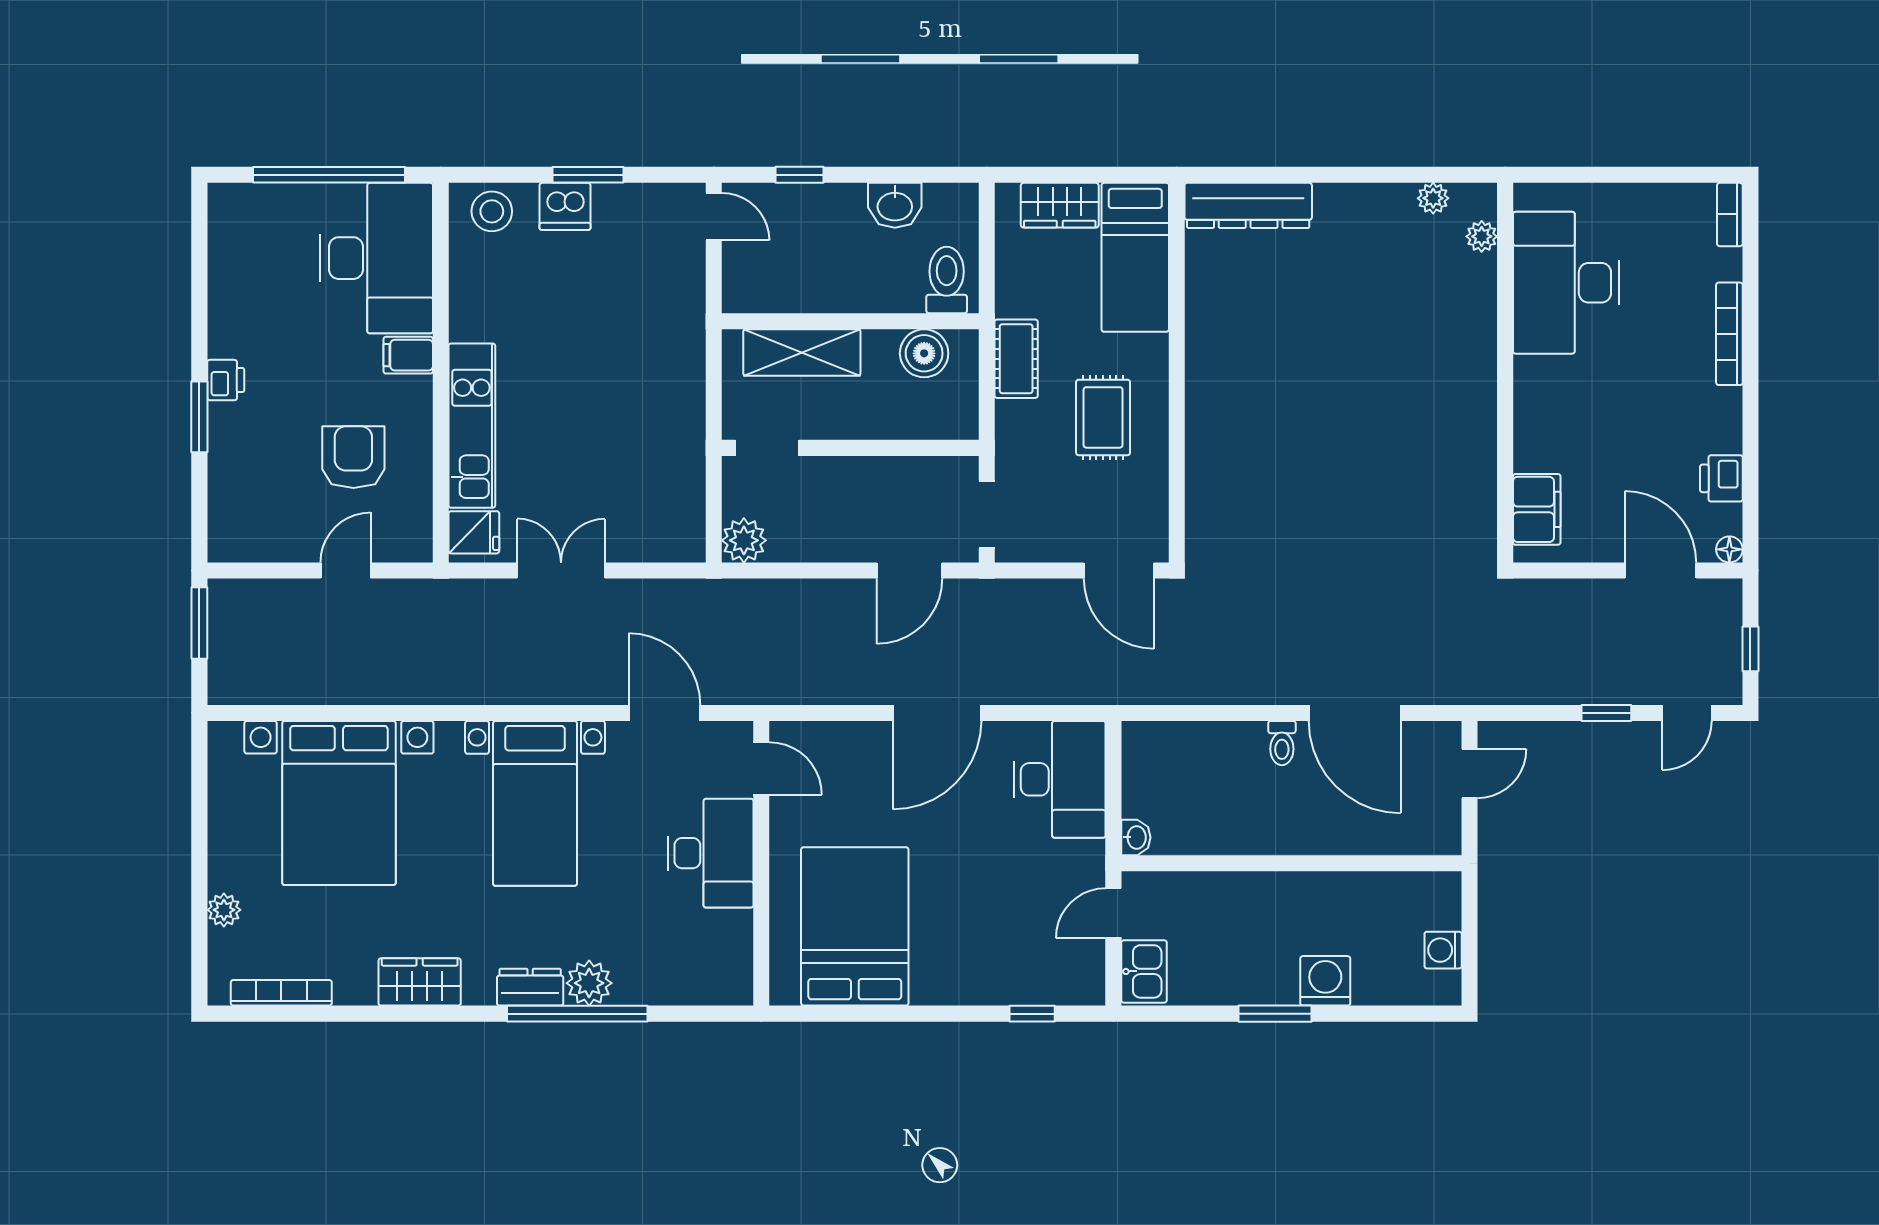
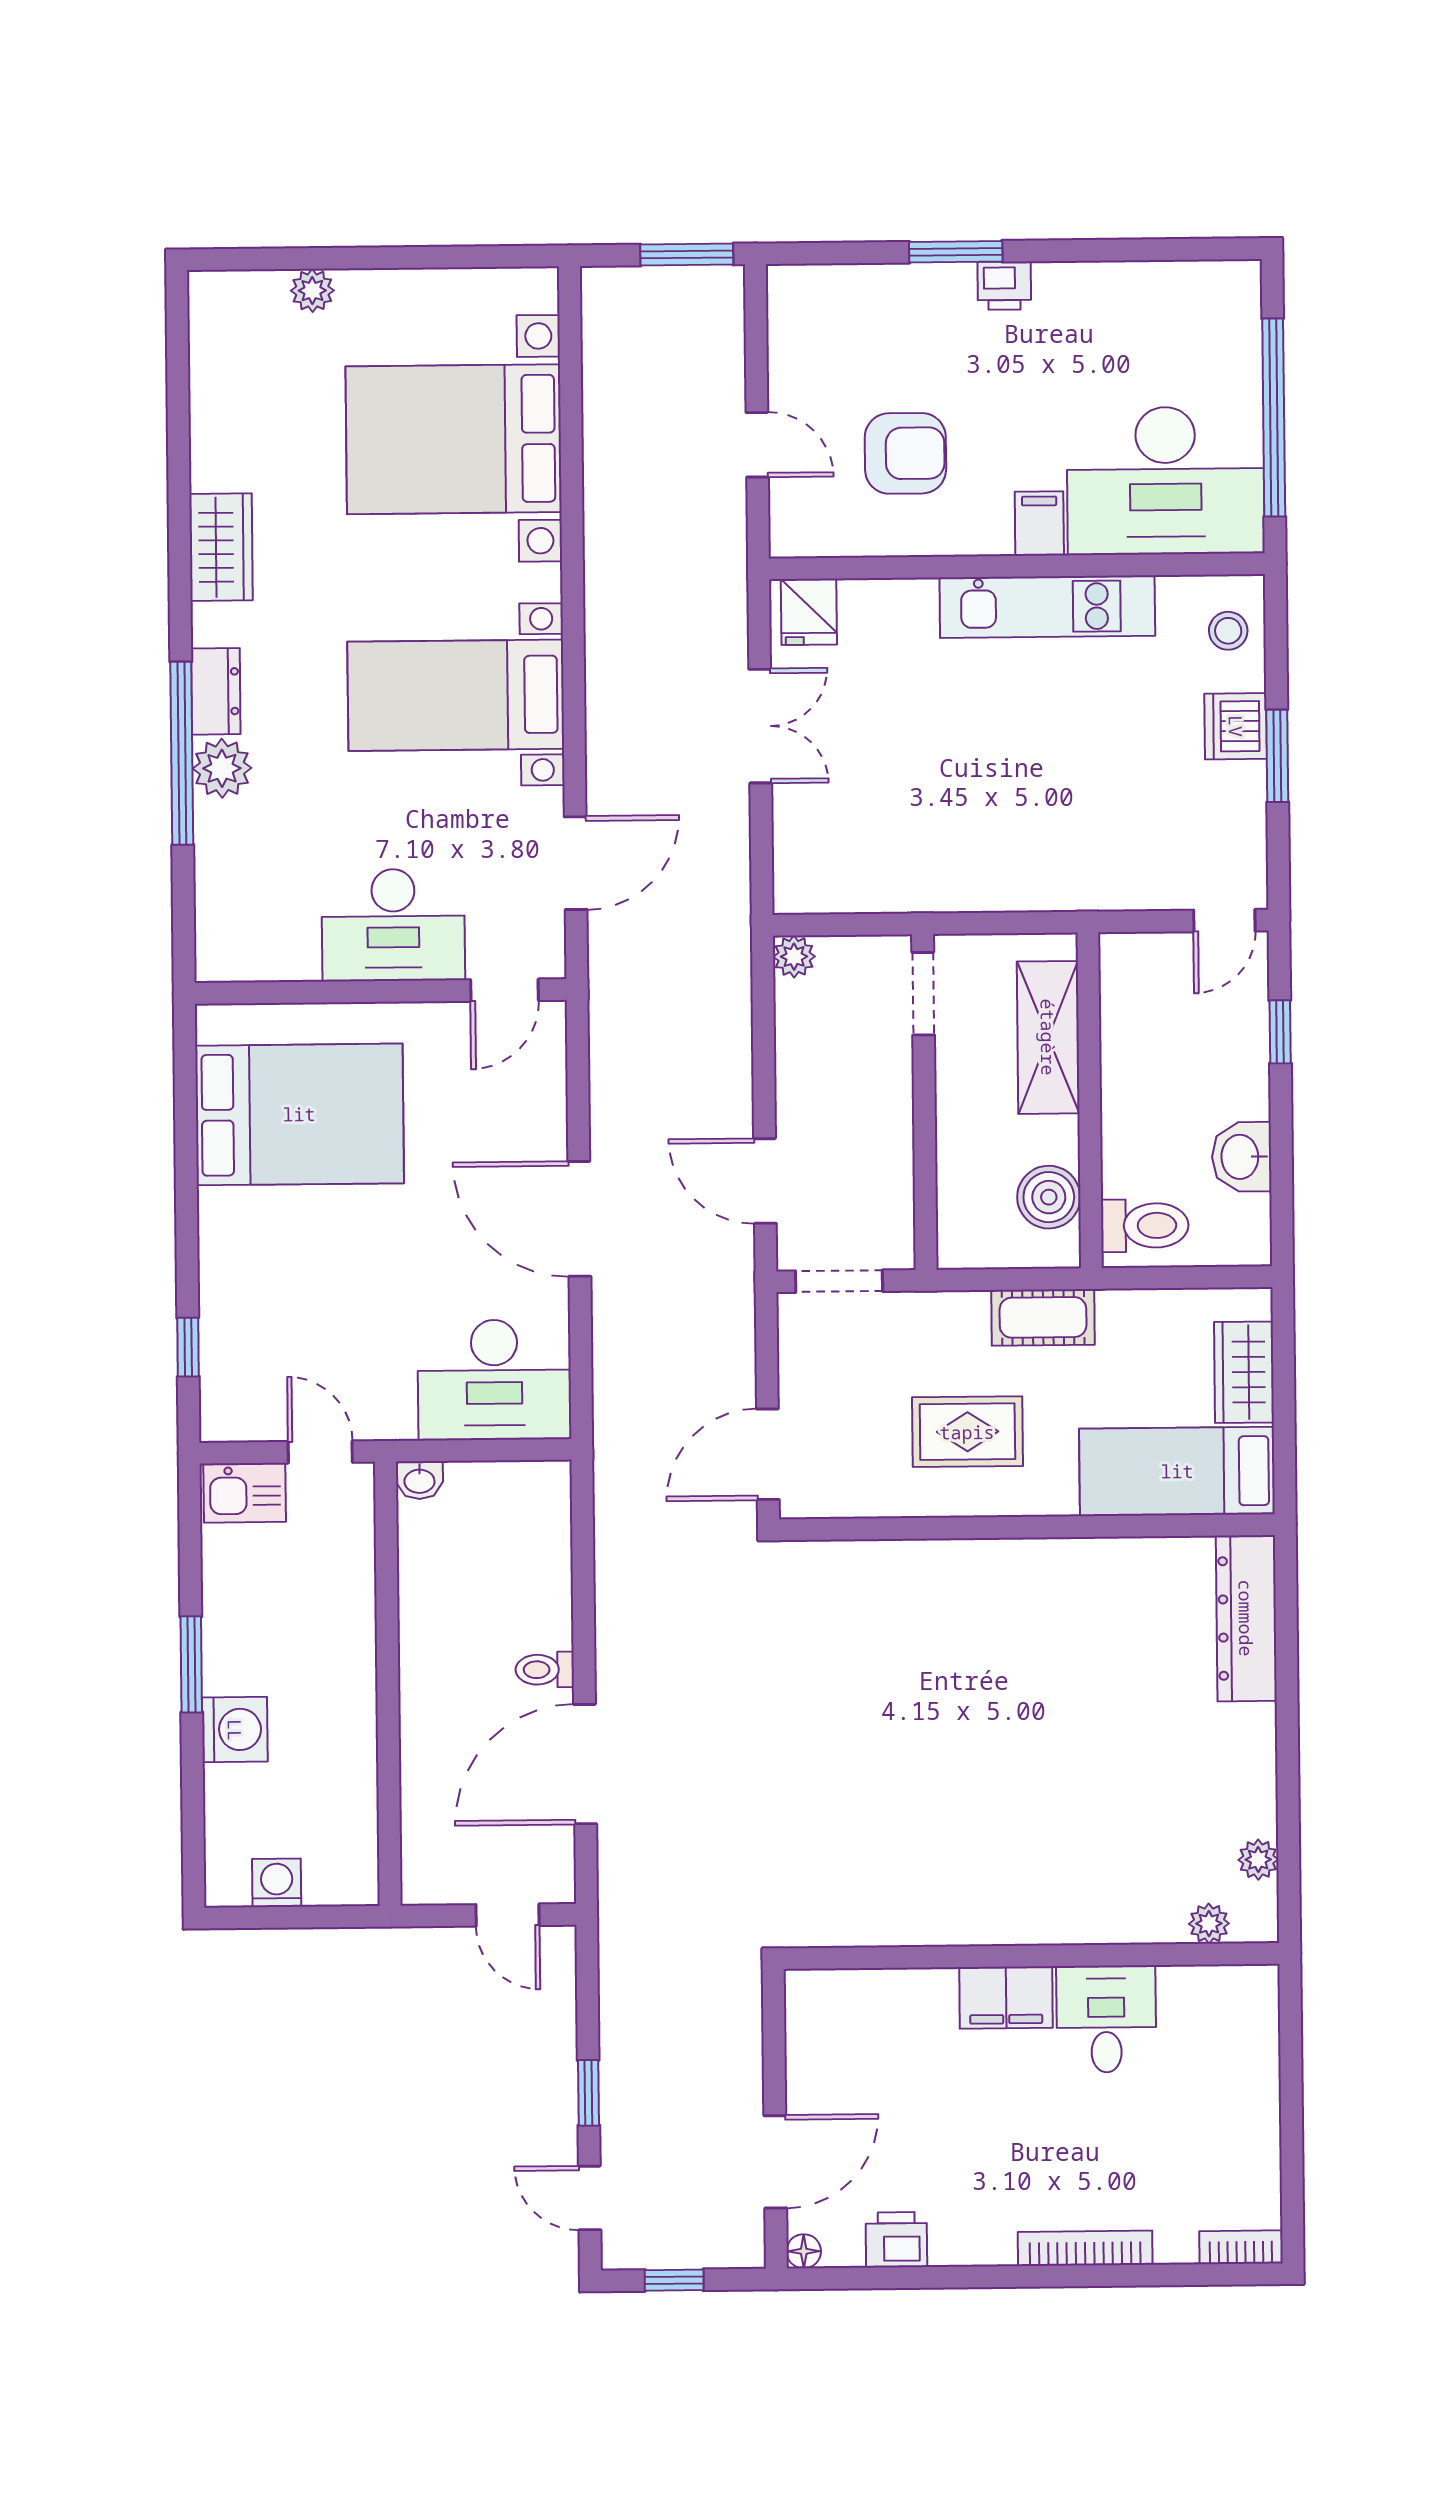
stool: (492, 211) -> (1228, 631), width x0.73, depth x0.73
desk: (1566, 283) -> (1106, 2019), width x0.53, depth x0.77
kitchen unit: (472, 426) -> (1047, 607), moved
filing cabinet: (1537, 509) -> (1006, 1998), moved
plant: (744, 540) -> (794, 957), width x0.73, depth x0.73
bookcase: (281, 993) -> (205, 367), removed

